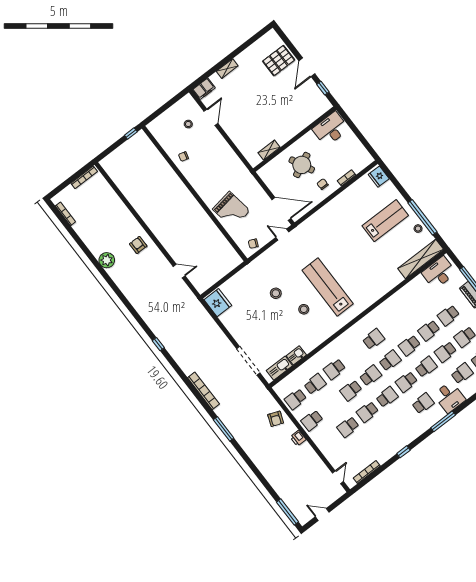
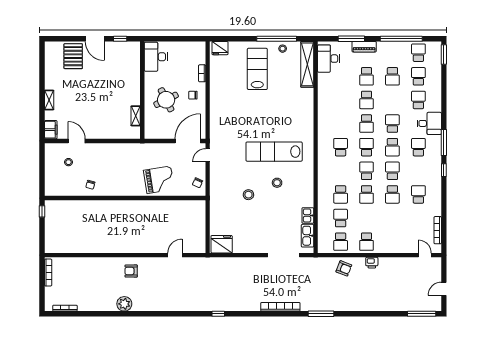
school desk: (445, 352) -> (392, 100), removed
school desk: (348, 427) -> (418, 194), moved, turned 180
window: (403, 452) -> (444, 170), moved

